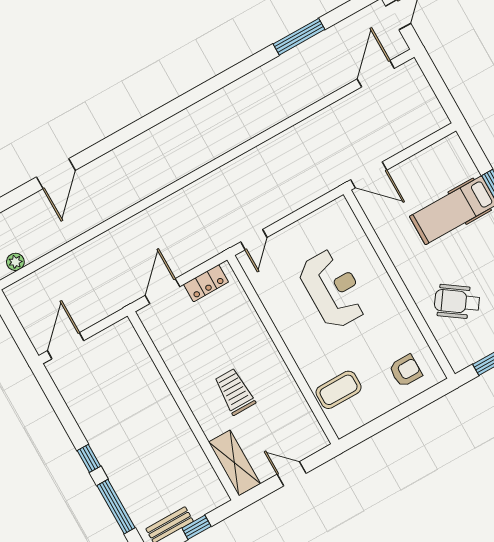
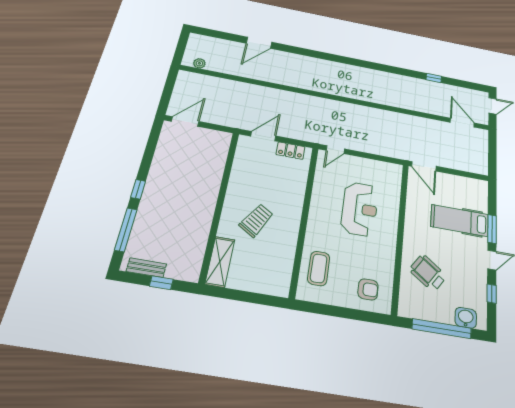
window: (299, 37) -> (434, 78), width x0.46
door: (376, 74) -> (462, 123), hinge flipped
coffee table: (339, 390) -> (319, 268), turned 90
trolley: (235, 392) -> (256, 220), turned 31
door: (292, 474) -> (249, 297), removed

